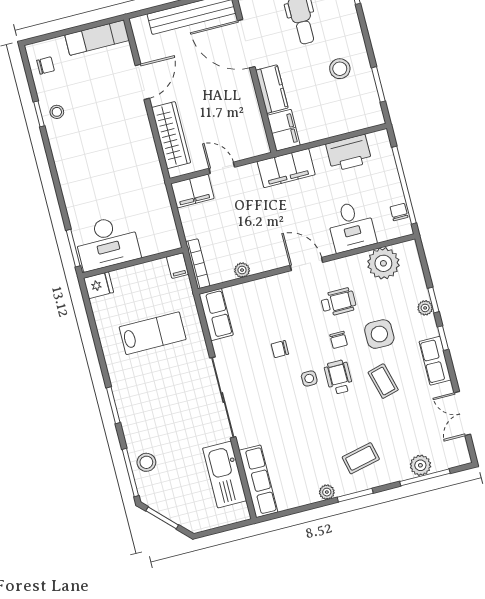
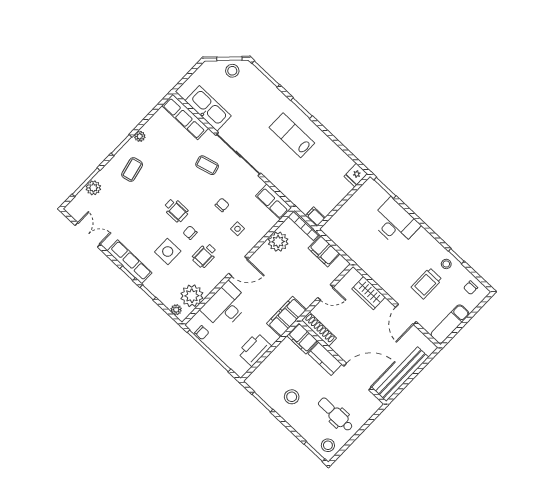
trolley: (95, 103) -> (427, 283), added
shoe rack: (257, 129) -> (319, 329), added
wardrobe: (171, 135) -> (368, 293), width x0.67
filing cabinet: (192, 191) -> (324, 251), moved, turned -90
desk: (351, 226) -> (225, 306), width x1.37
desk: (107, 243) -> (395, 223), moved, turned 90
plant: (242, 270) -> (278, 242), width x1.88, depth x1.88
plant: (425, 308) -> (176, 310), moved
lab bench: (153, 333) -> (292, 135), moved, turned 90
row of seats: (435, 361) -> (130, 262), width x1.48
side table: (309, 378) -> (237, 229), moved
coffee table: (383, 381) -> (207, 165), moved
stool: (146, 462) -> (232, 71), moved

